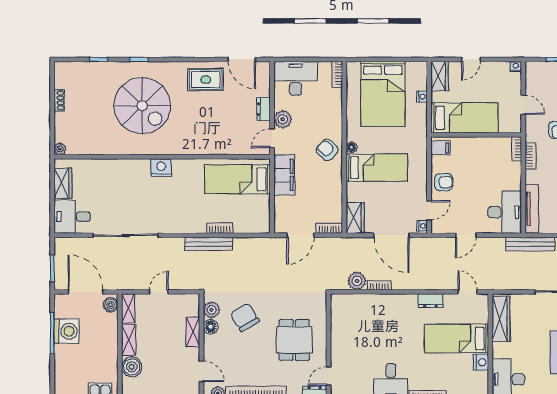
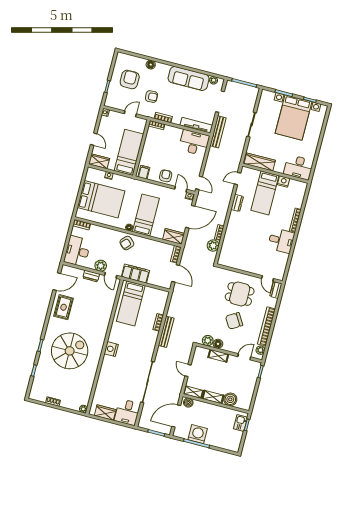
door: (466, 235) -> (199, 183), moved
chair: (245, 317) -> (234, 321), moved

